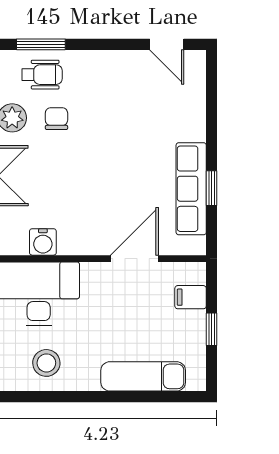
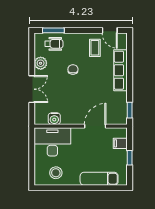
coffee table: (134, 83) -> (95, 48), added
chair: (56, 119) -> (73, 69), moved
window: (212, 188) -> (130, 110), moved
row of seats: (191, 189) -> (121, 70), moved

